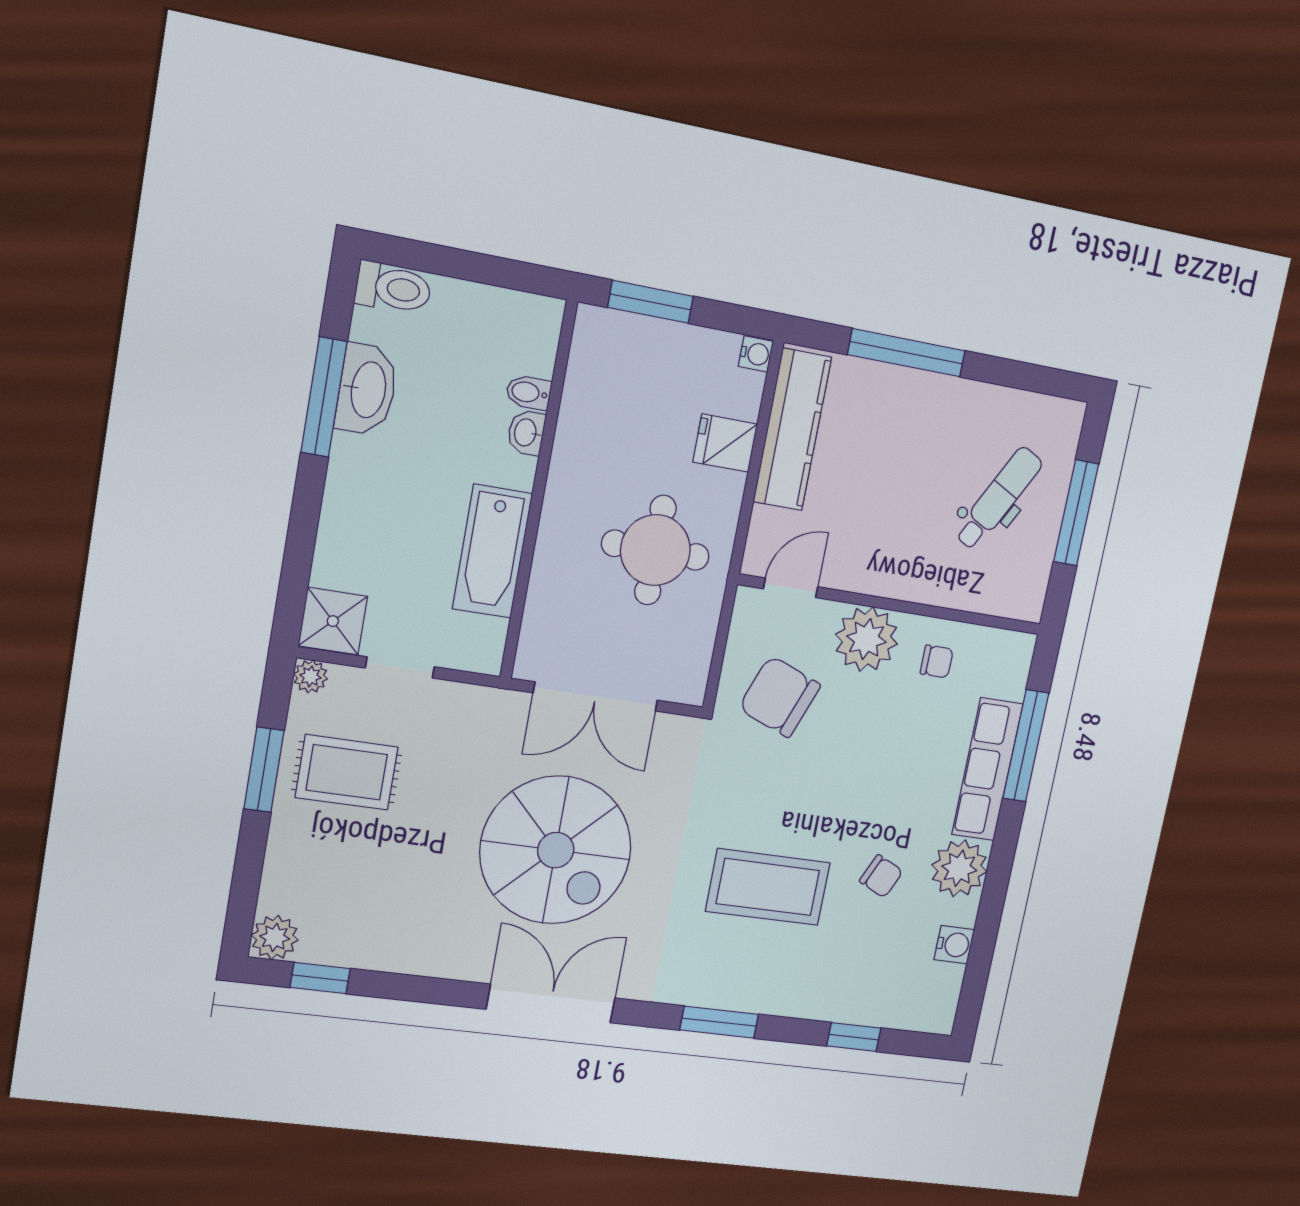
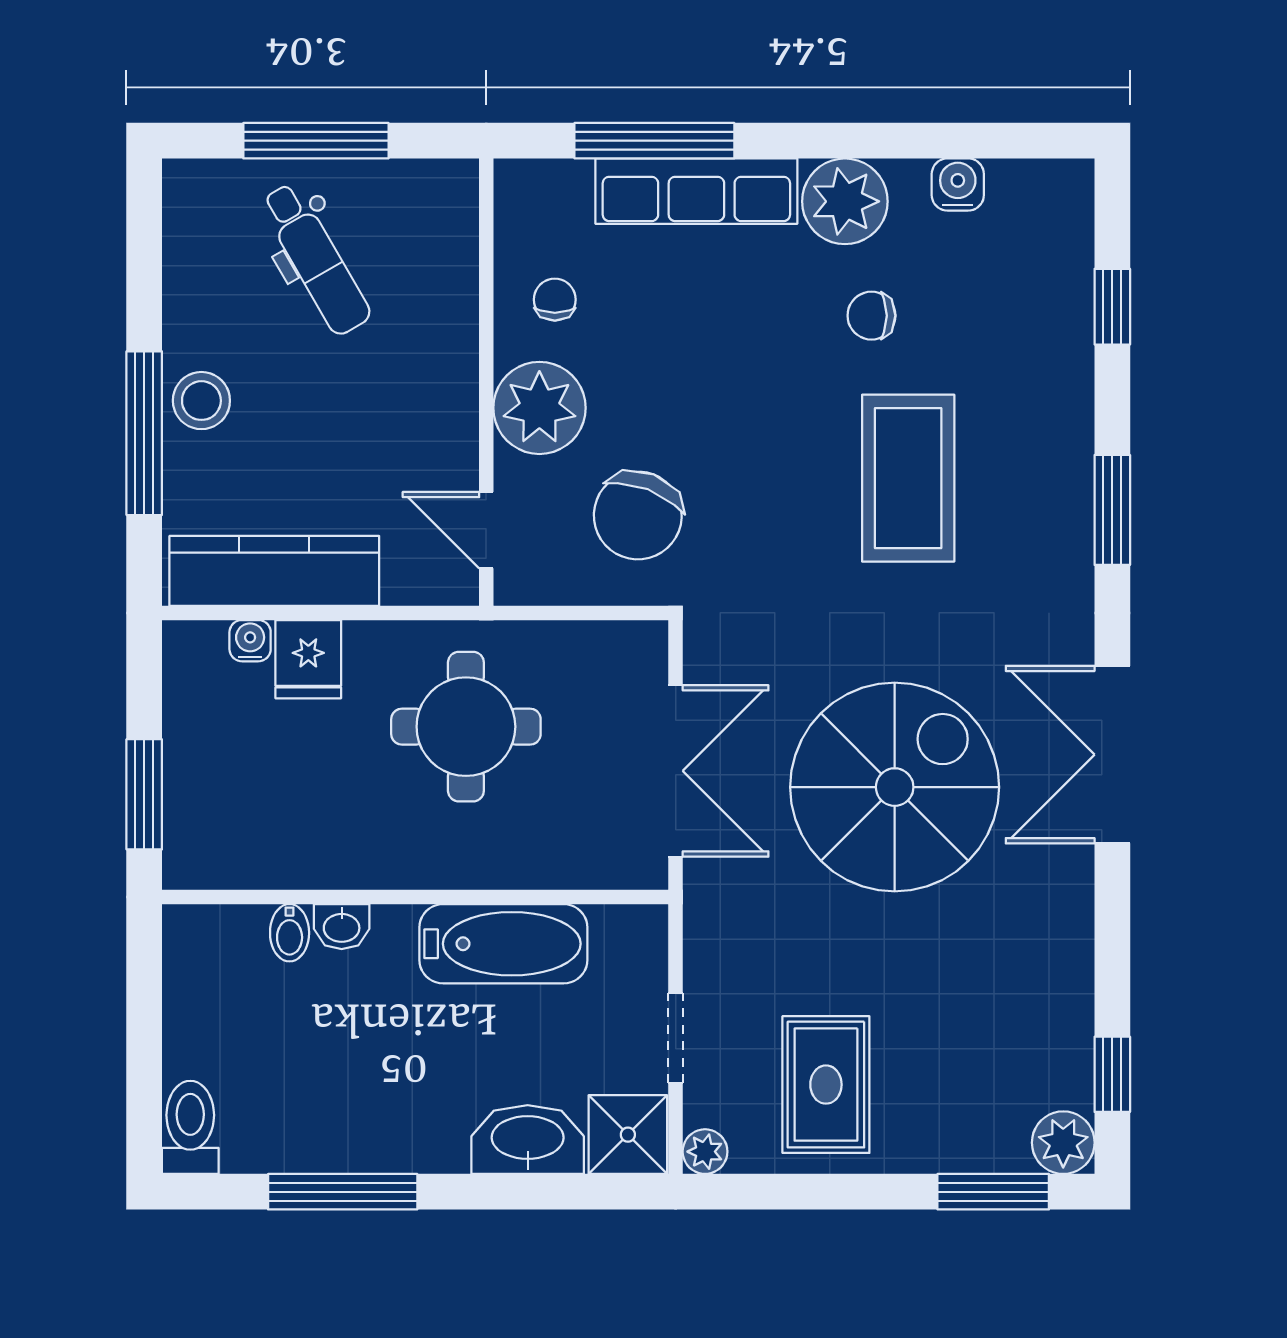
water cooler: (756, 354) -> (250, 641), moved
washbasin: (367, 390) -> (528, 1140), moved
stool: (920, 399) -> (201, 401), added
dental chair: (999, 498) -> (316, 259), turned -148
window: (264, 770) -> (993, 1192), moved
chair: (881, 876) -> (871, 316), turned -115

